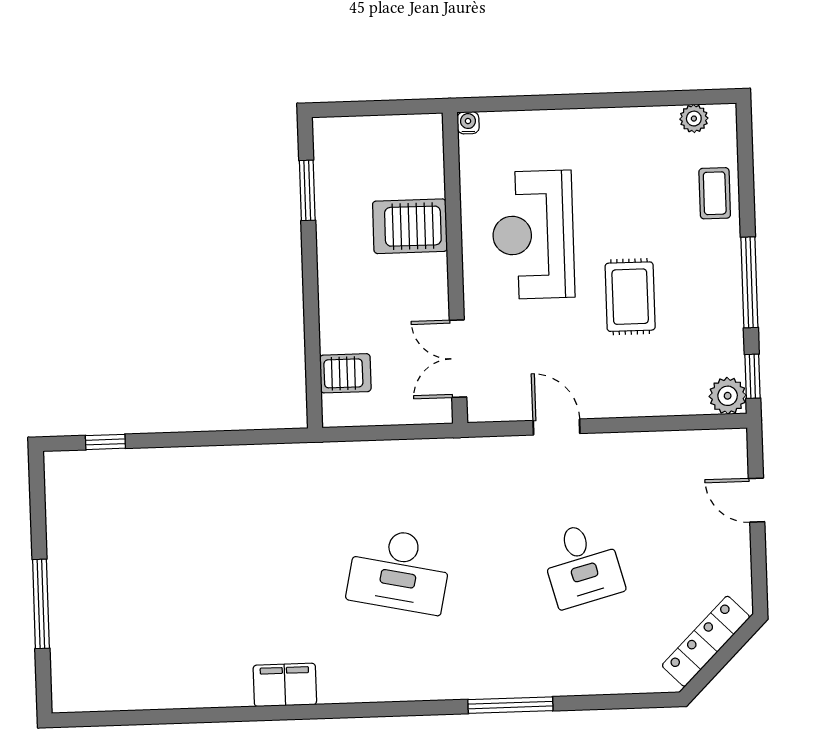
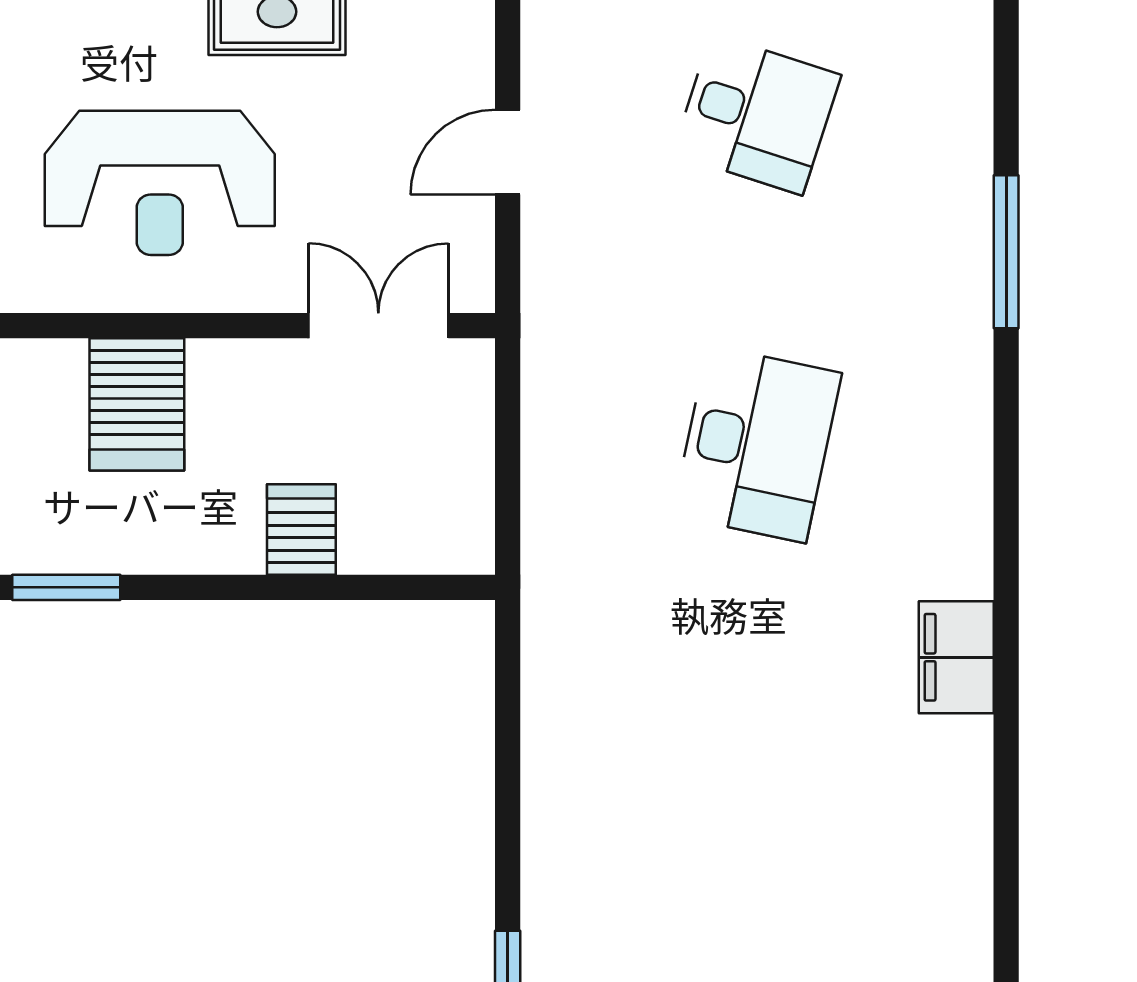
double door: (458, 359) -> (378, 326), swing flipped
server rack: (345, 373) -> (301, 529), moved
desk: (582, 564) -> (757, 114), turned 33

